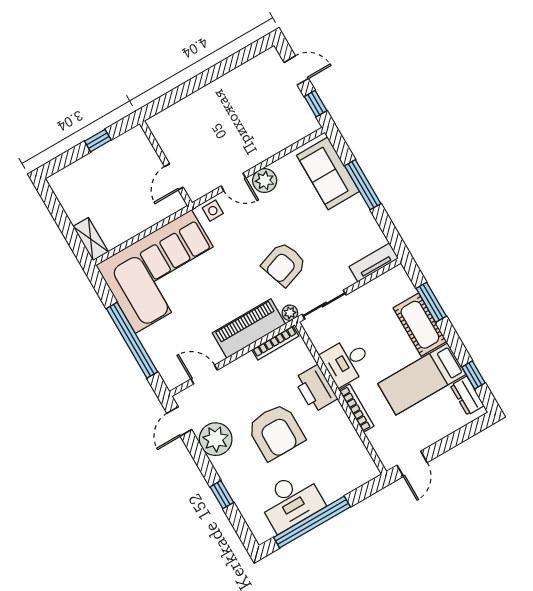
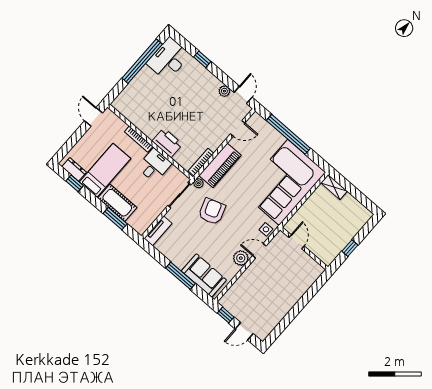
armchair: (276, 432) -> (183, 108), removed
plant: (216, 439) -> (224, 91), width x0.53, depth x0.53
desk: (291, 501) -> (168, 59), moved

